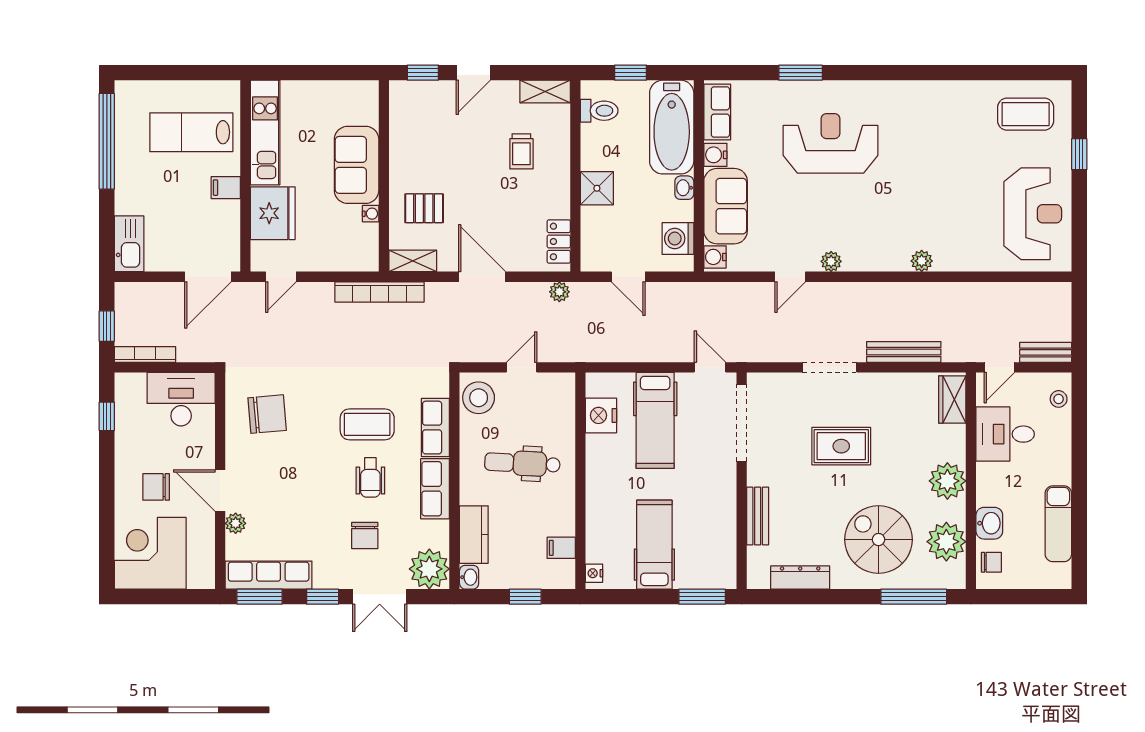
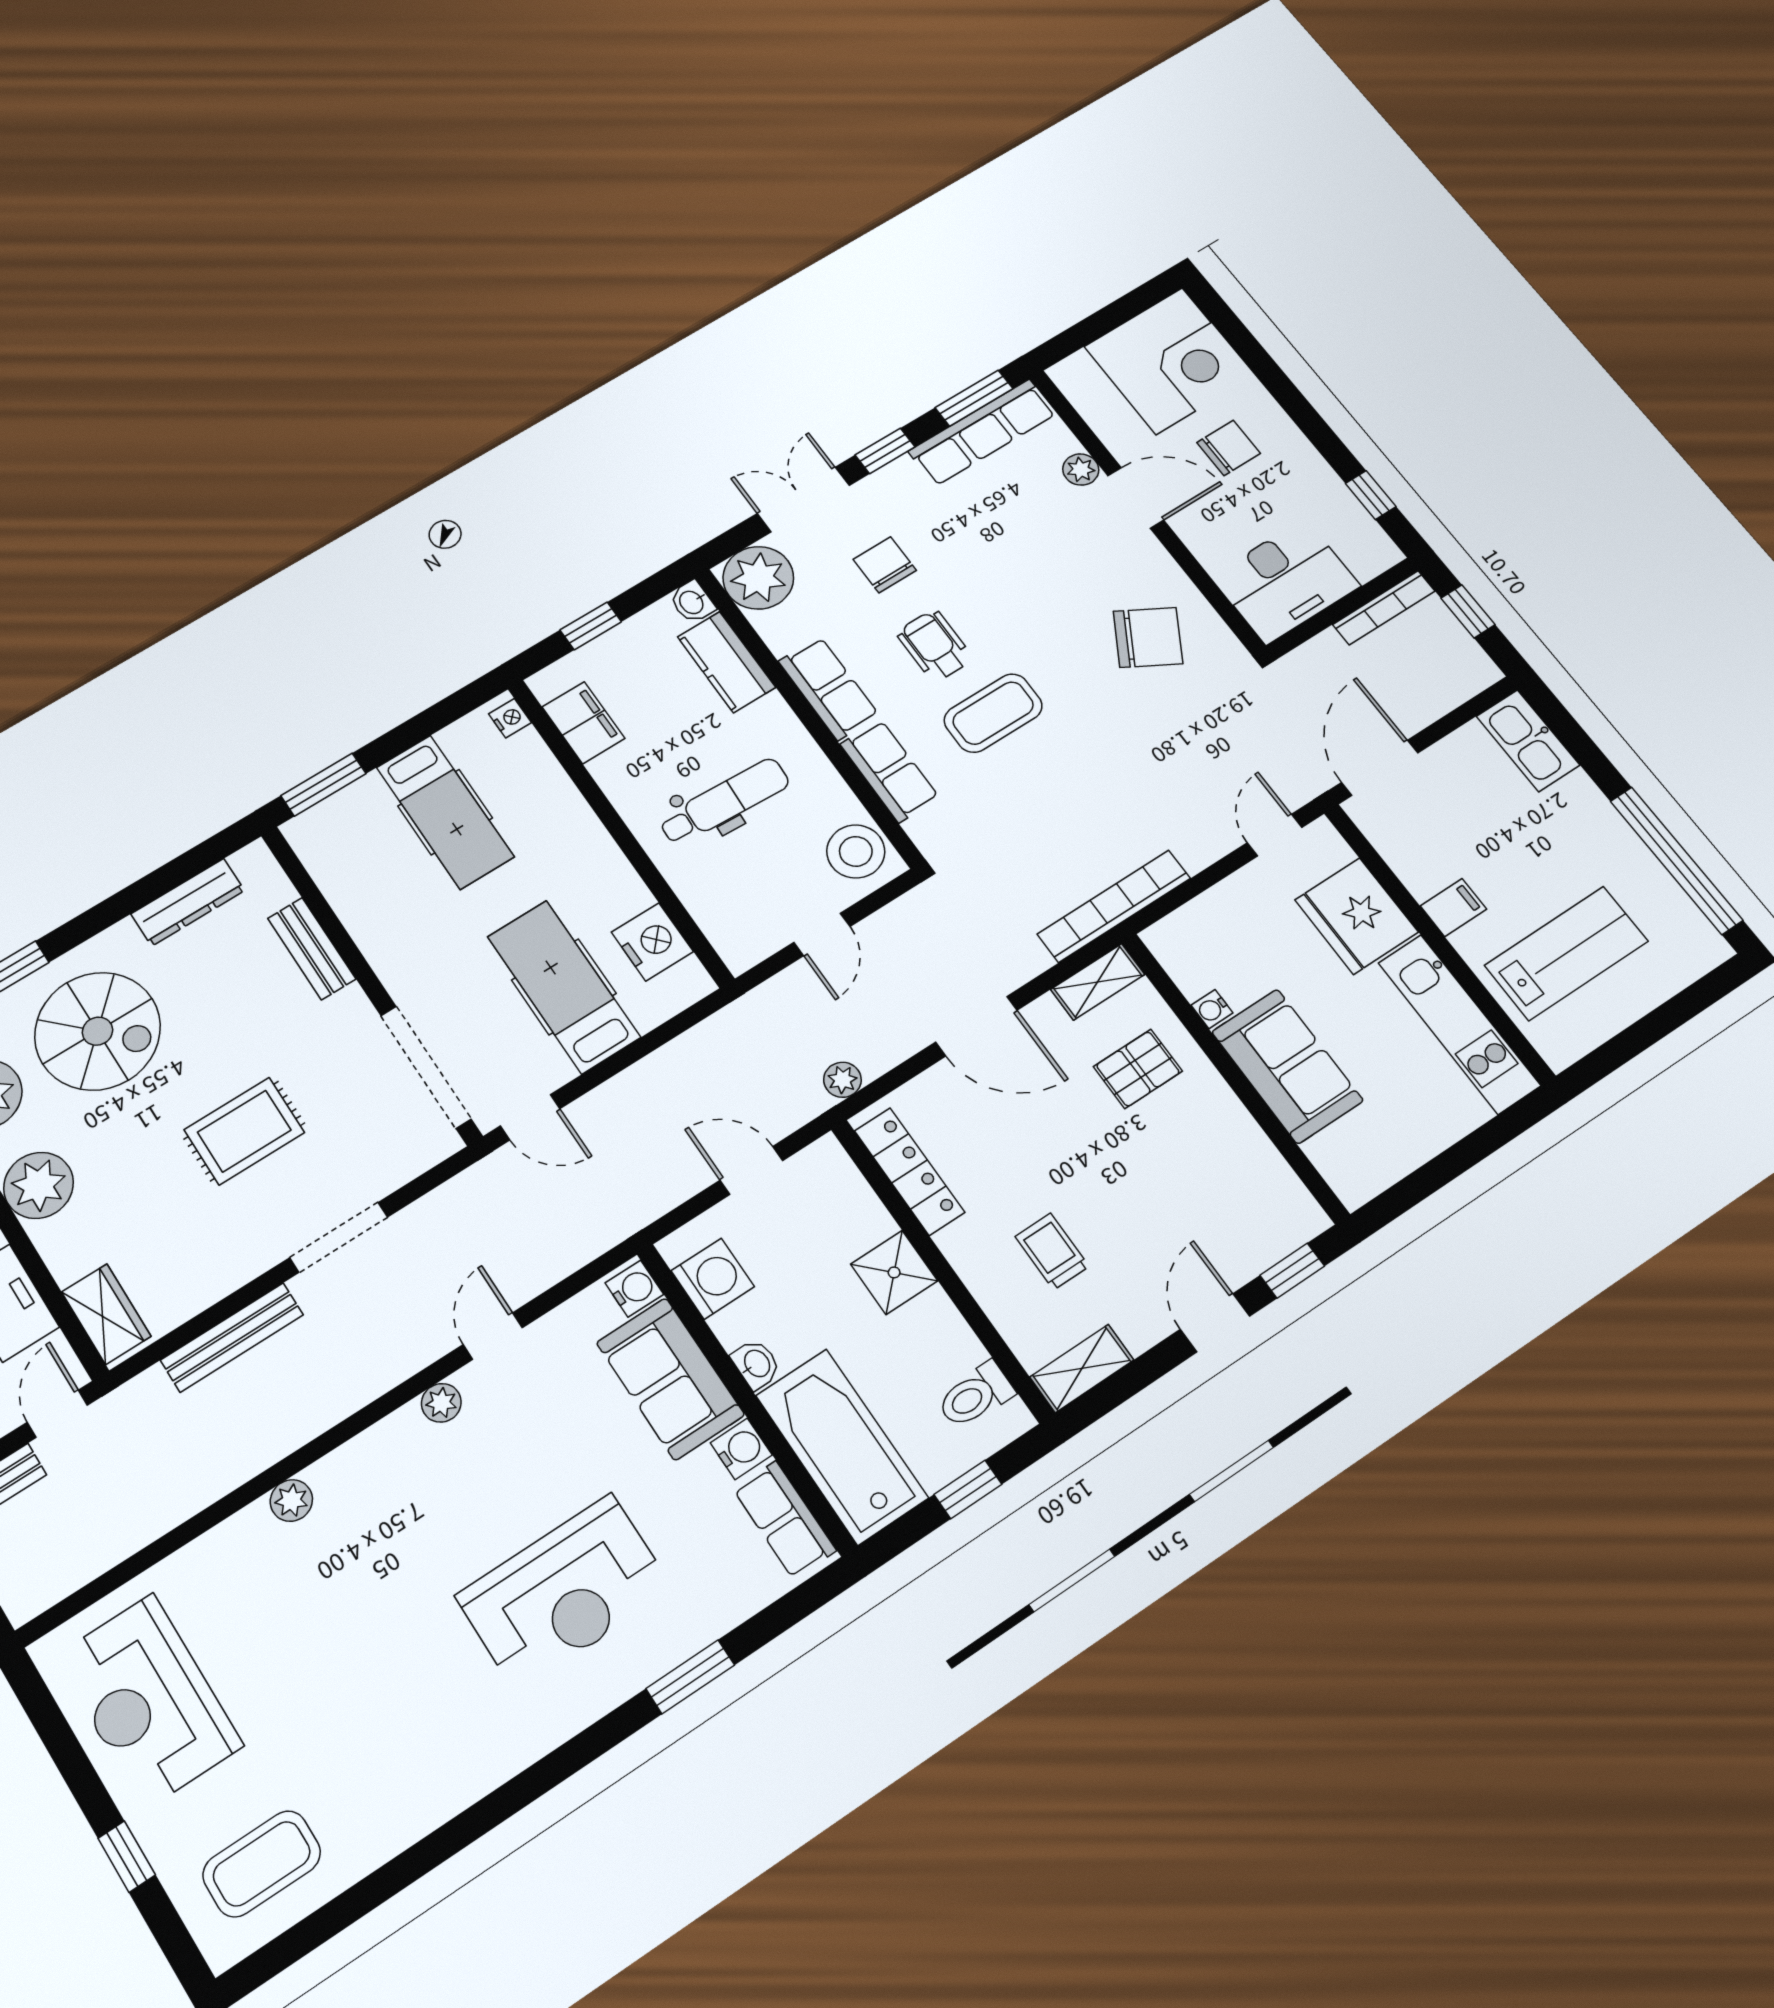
locker: (559, 241) -> (909, 1171), width x1.53
chair: (267, 414) -> (1148, 637), turned -145
filing cabinet: (561, 548) -> (584, 723), width x2.00

